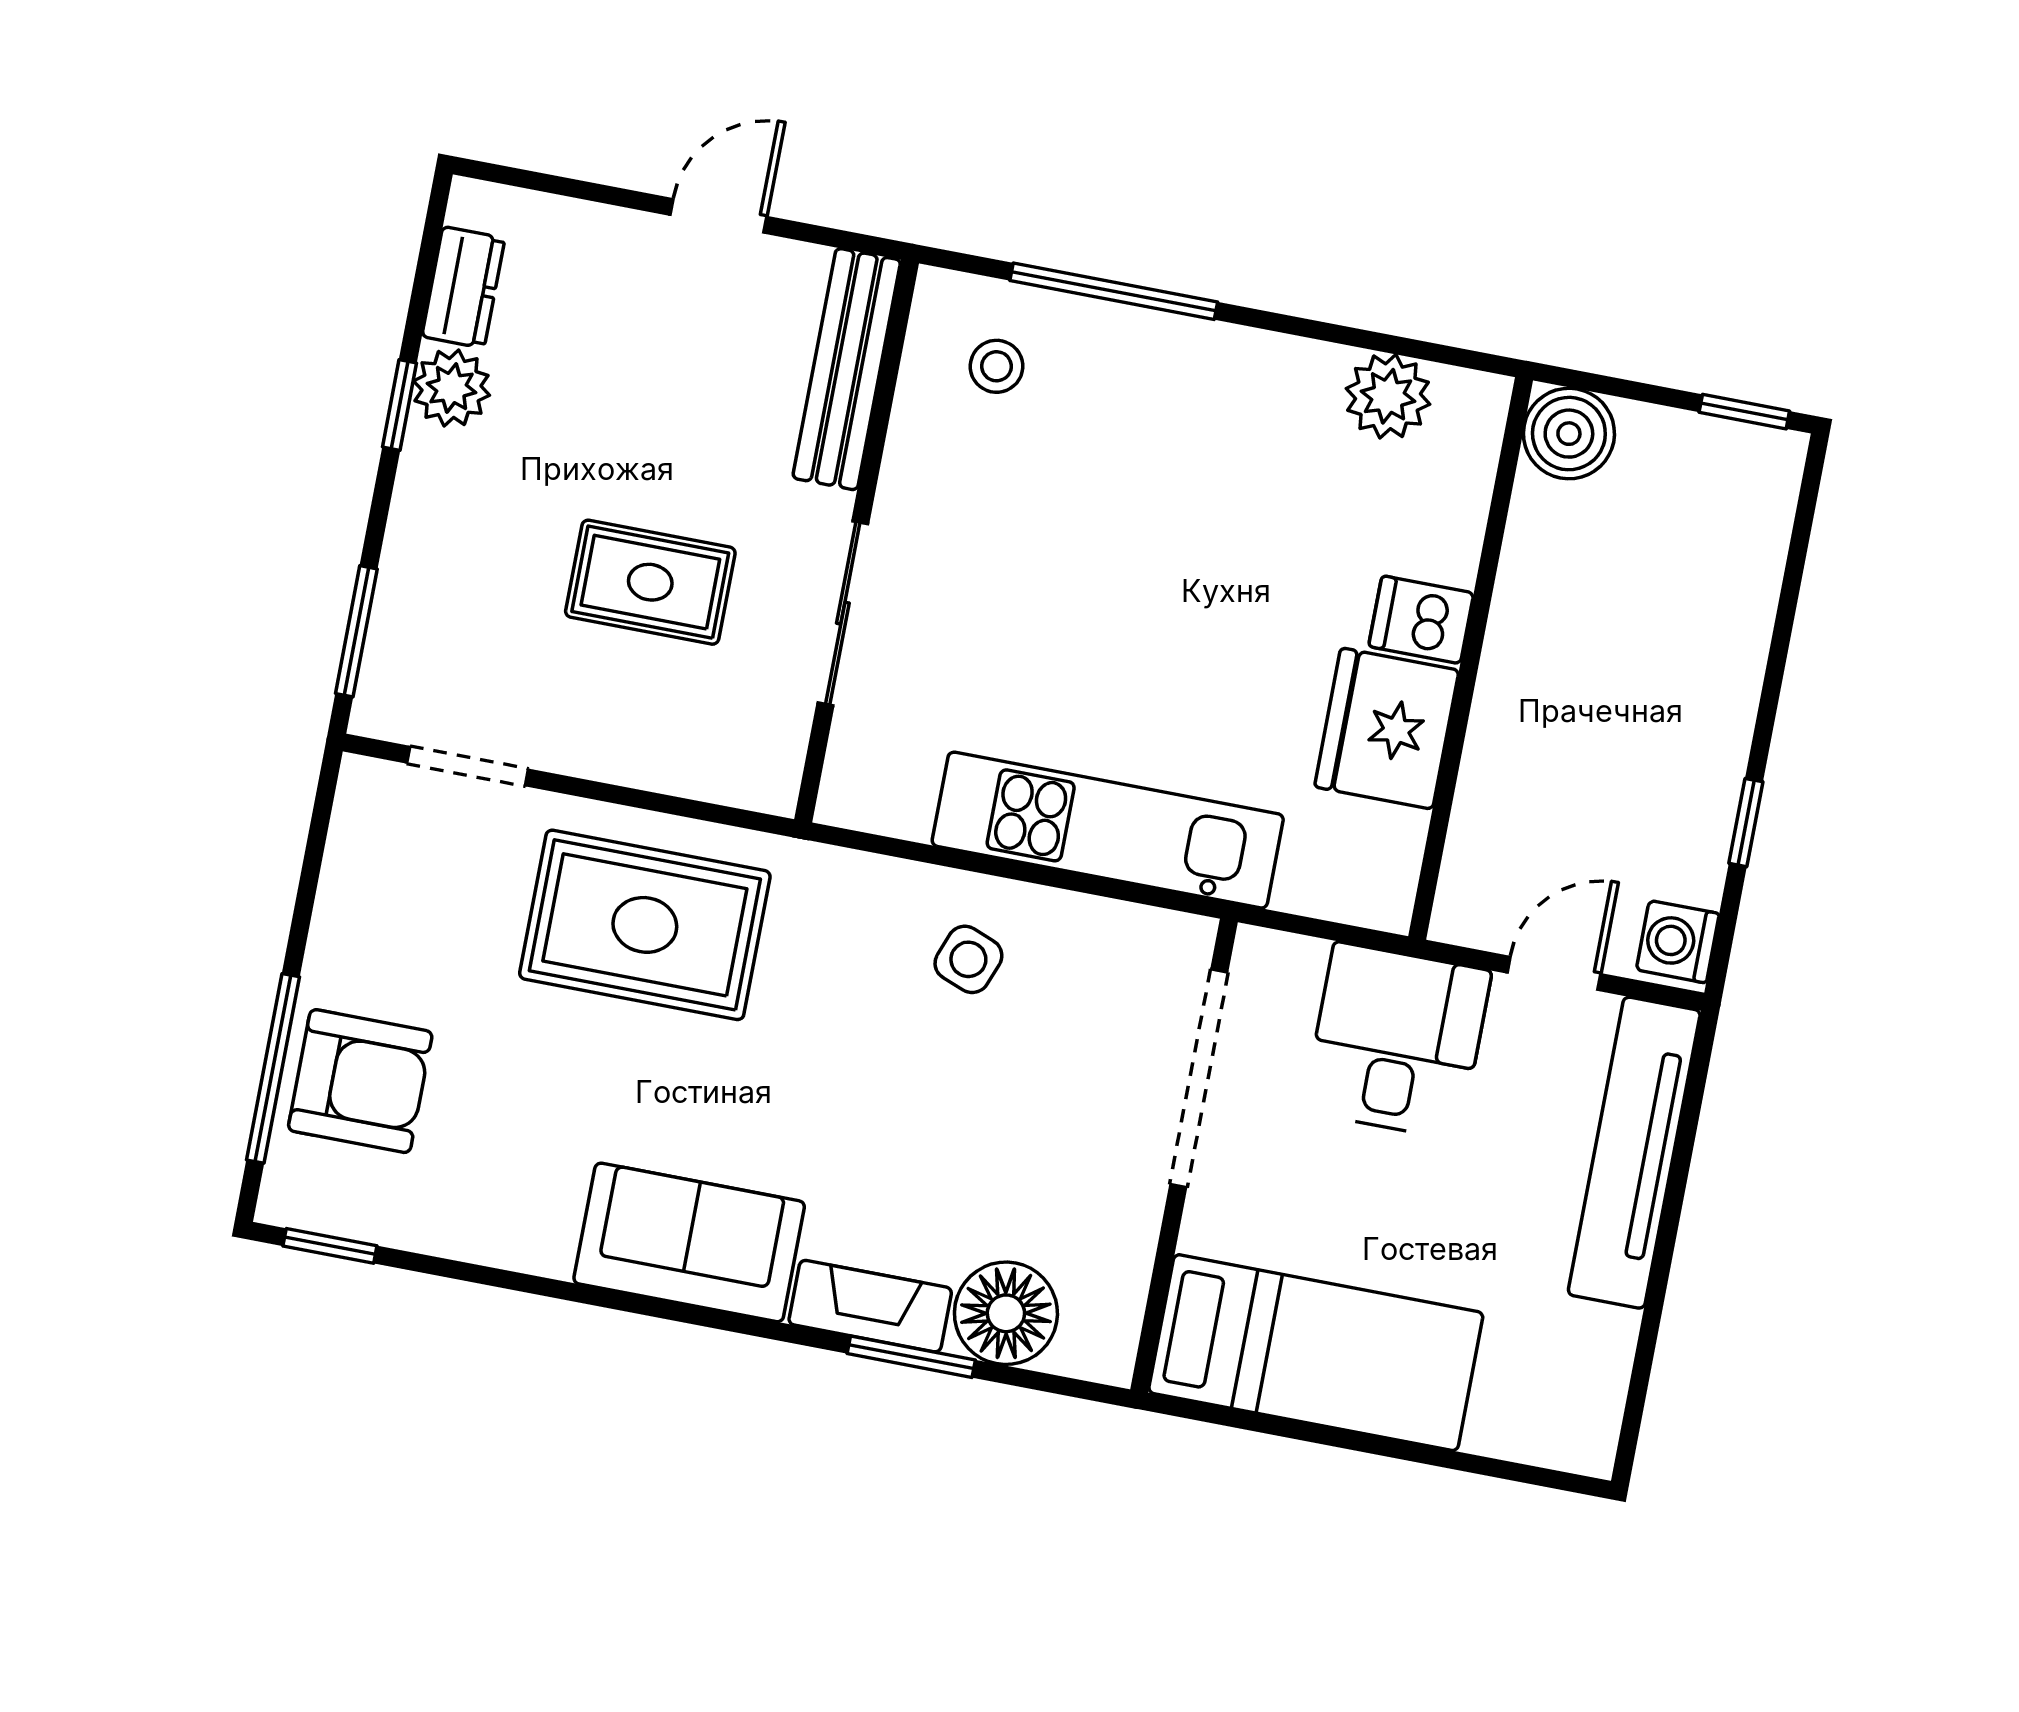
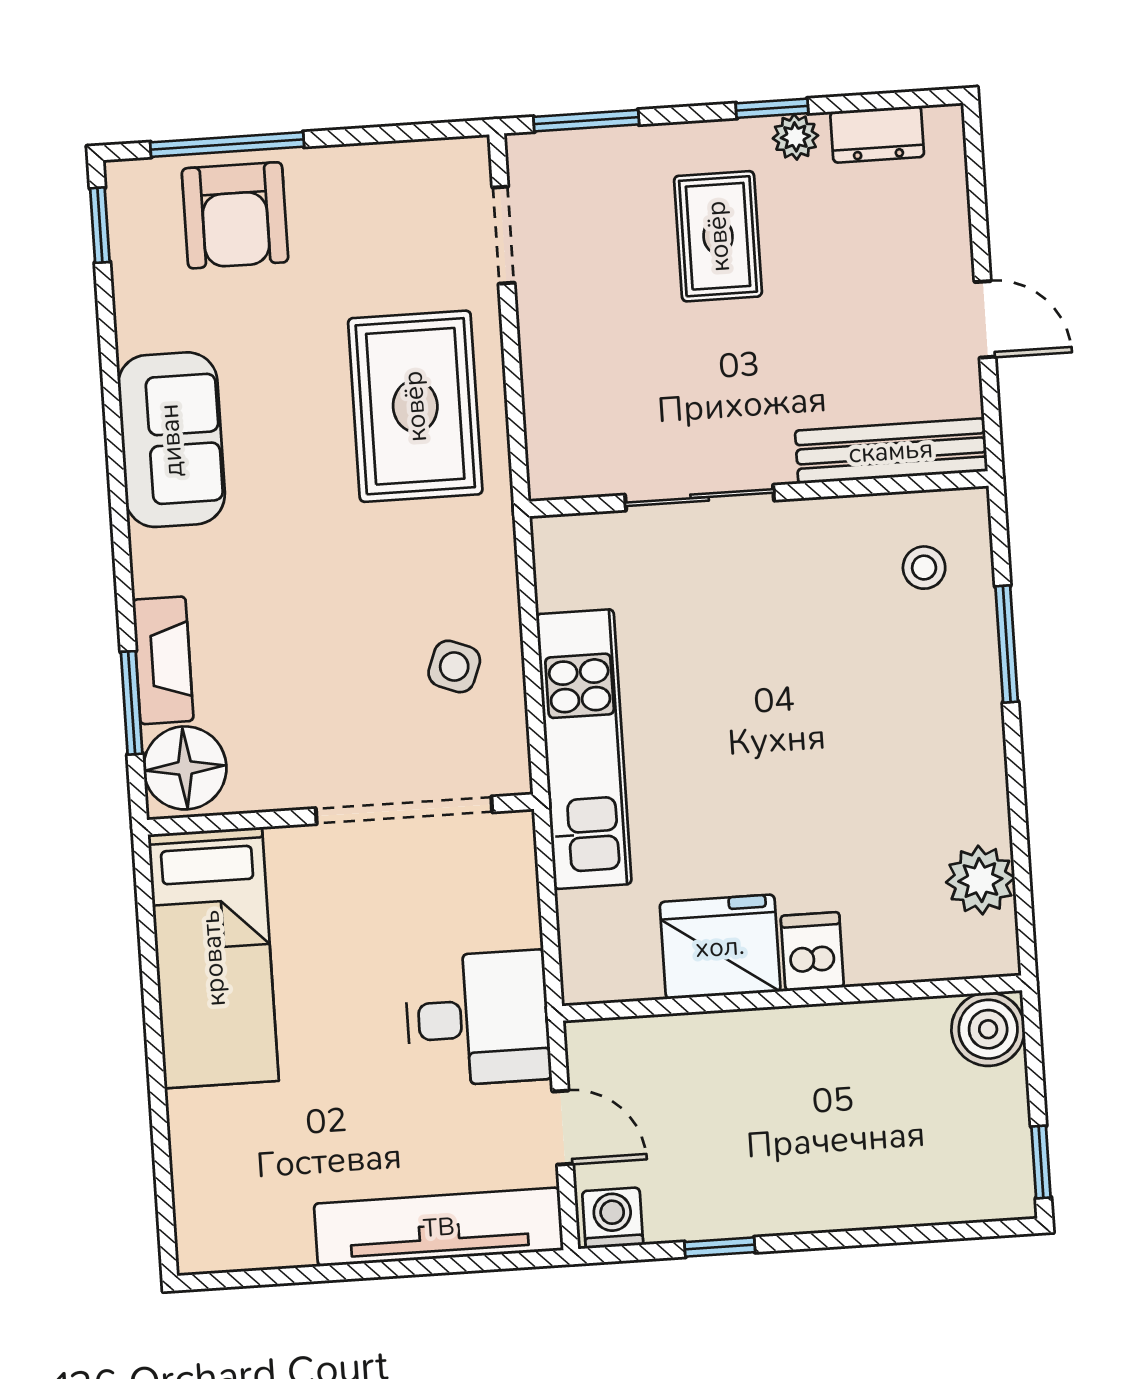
window: (1114, 291) -> (1007, 644), width x0.69
plant: (451, 388) -> (795, 137), width x0.73, depth x0.73
rug: (650, 582) -> (718, 236), moved
doorway: (1199, 1078) -> (404, 810), moved
wall: (1184, 1156) -> (340, 814), moved
sofa: (689, 1242) -> (171, 440), moved
bed: (1316, 1353) -> (213, 958), moved

